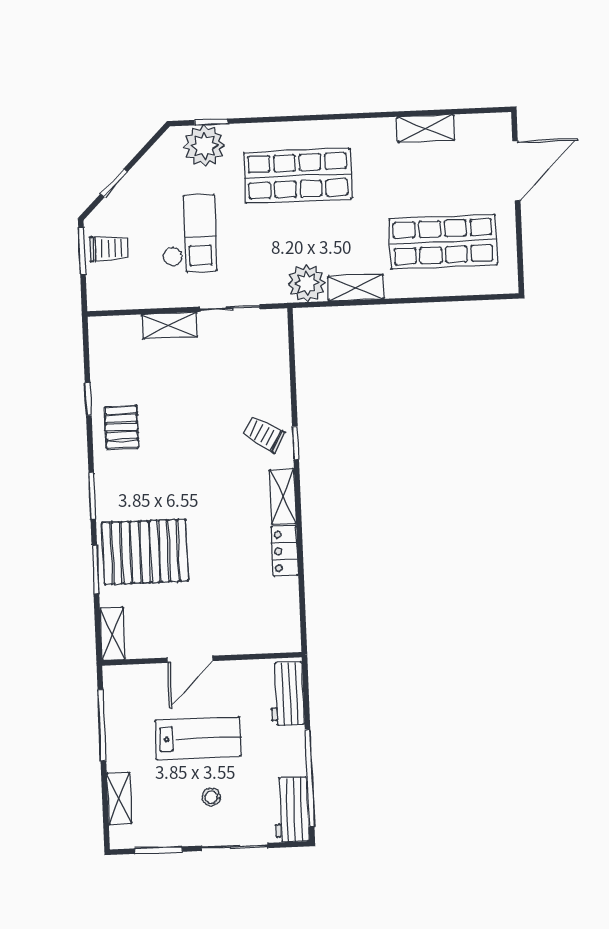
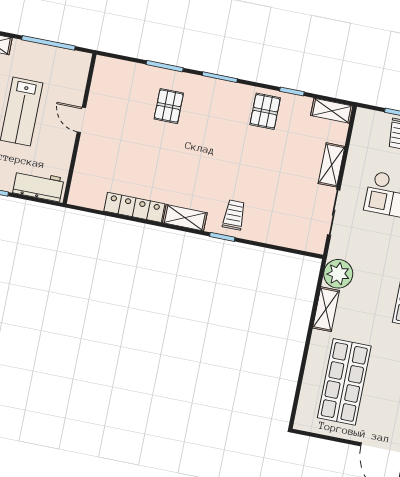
pallet: (122, 427) -> (265, 111), turned 90
trolley: (264, 435) -> (234, 215), turned -30
locker: (285, 551) -> (134, 207), width x1.53
pallet: (145, 552) -> (169, 106), width x0.49, depth x0.50
shelving: (112, 634) -> (332, 111), moved
door: (190, 659) -> (81, 120), width x0.73

